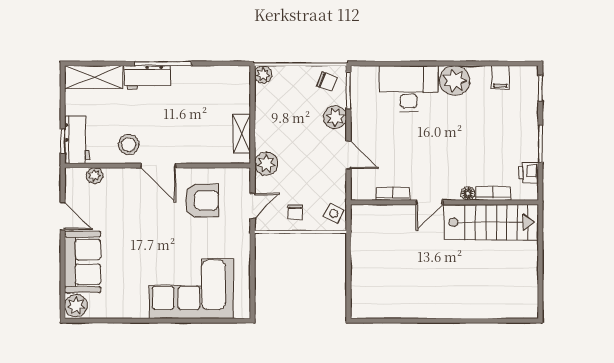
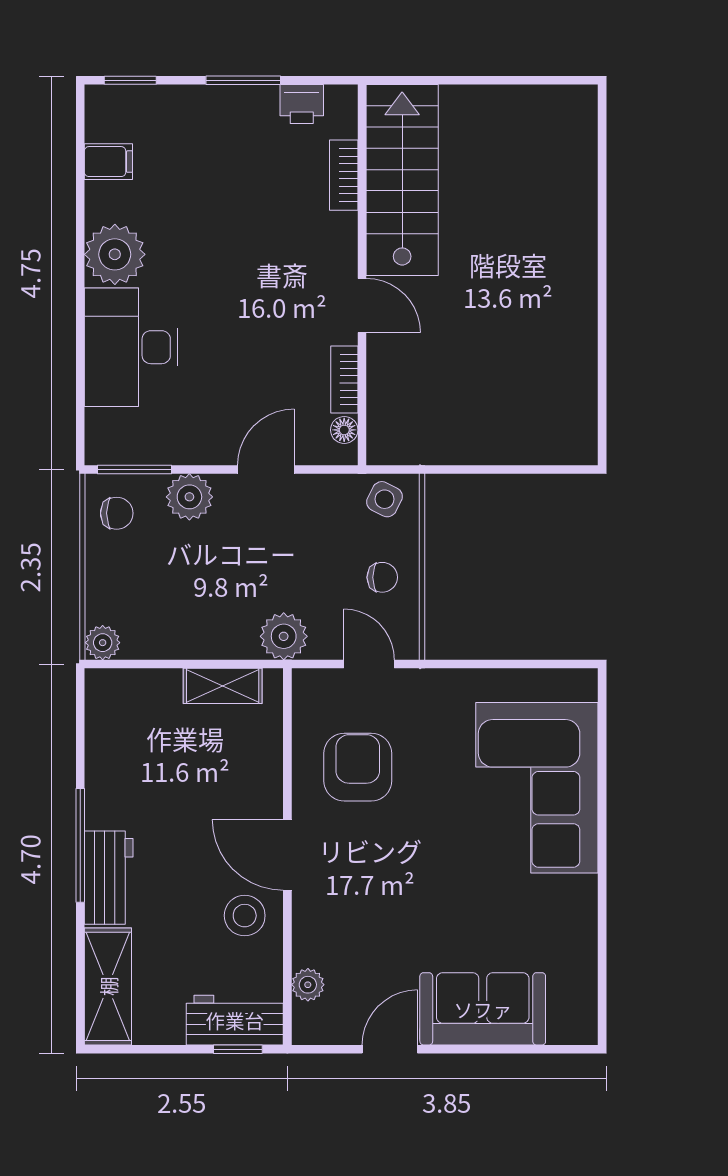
chair: (327, 81) -> (117, 513), turned 70
door: (158, 166) -> (287, 855), swing flipped
floor lamp: (468, 194) -> (344, 430), moved
plant: (76, 306) -> (572, 1022), removed

